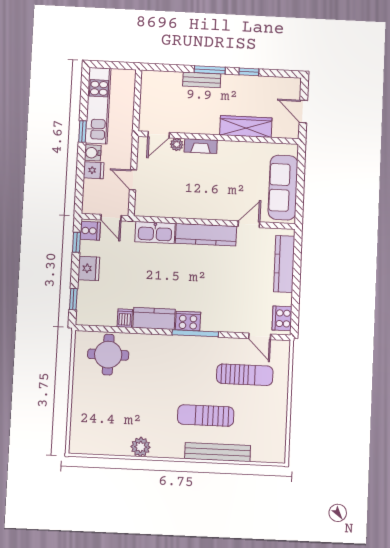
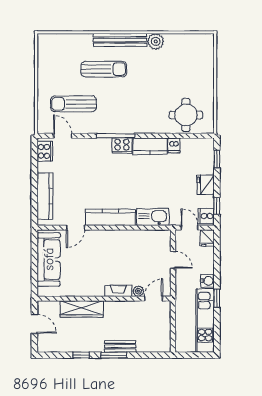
fridge: (94, 170) -> (207, 238), moved, turned -90
bench: (218, 452) -> (120, 40), moved

